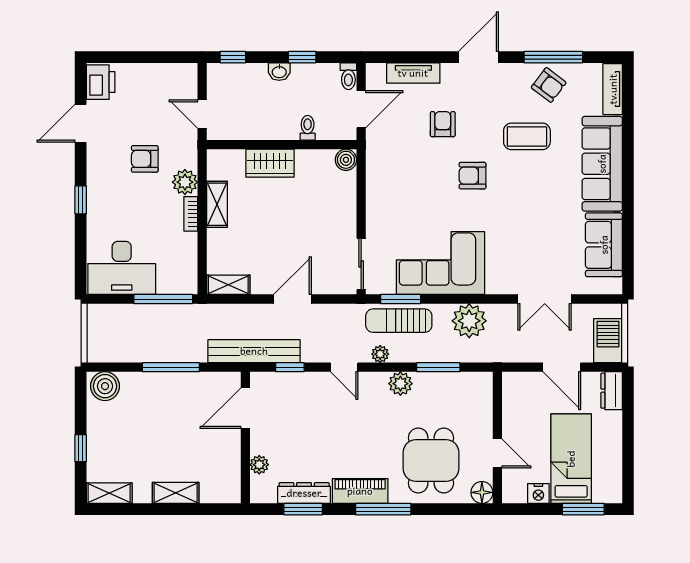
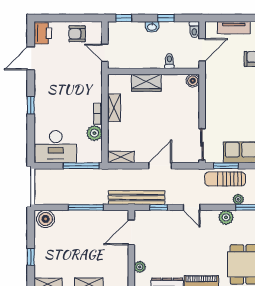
armchair: (145, 159) -> (77, 34), moved
plant: (185, 182) -> (94, 133), moved
plant: (380, 354) -> (238, 199), moved

